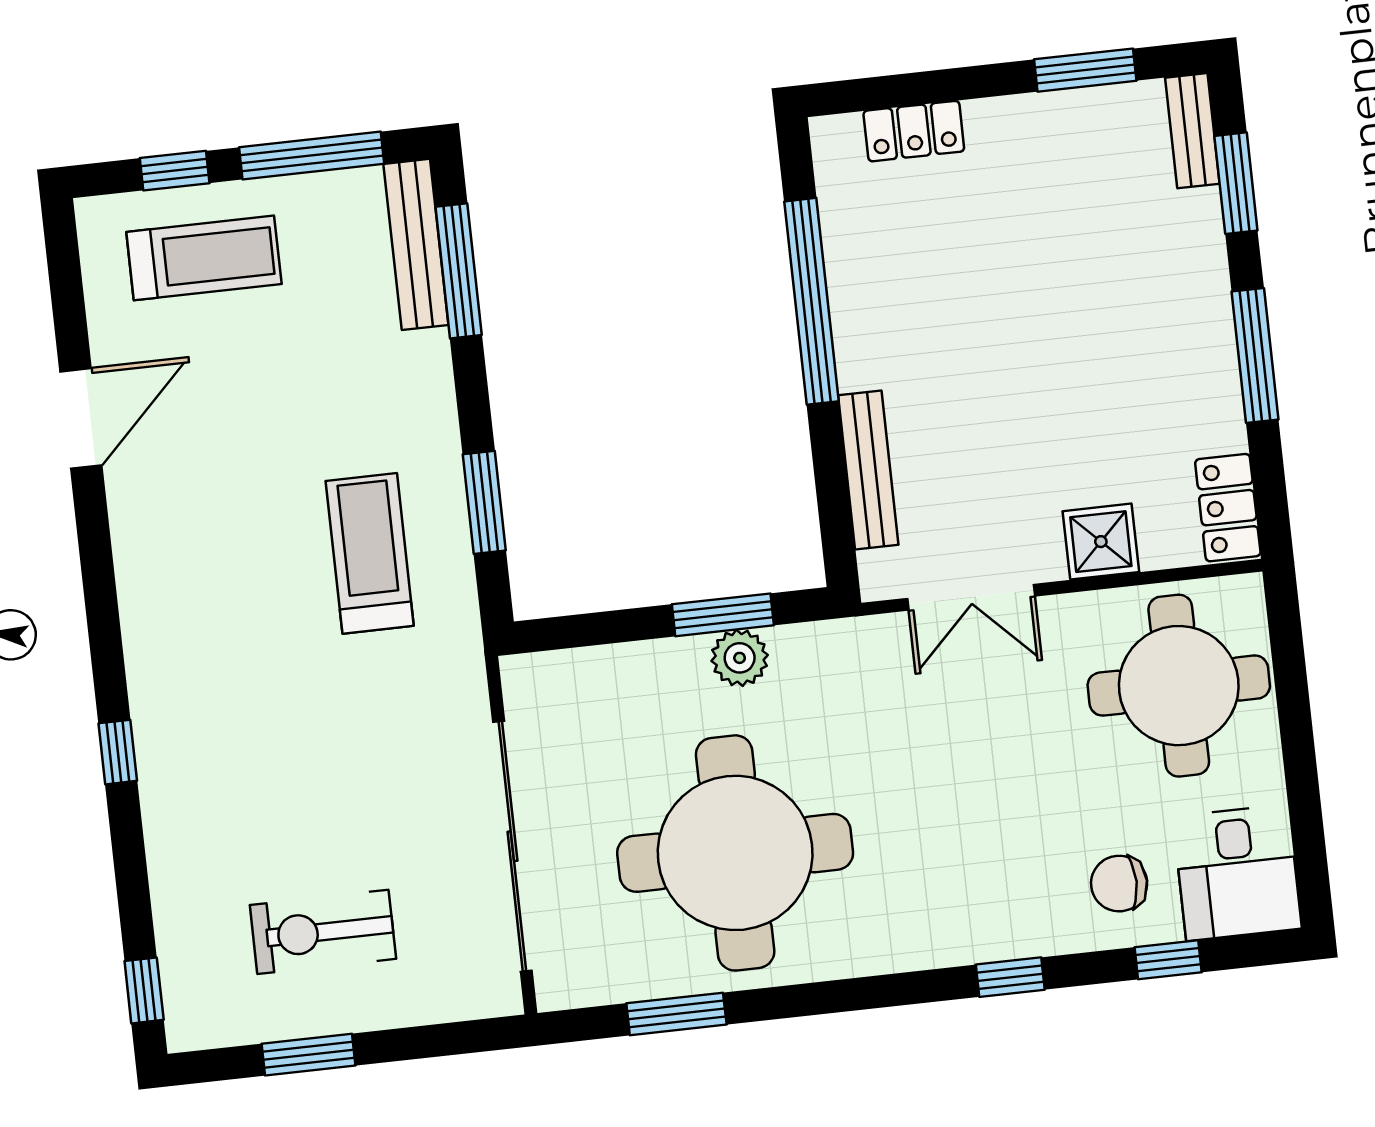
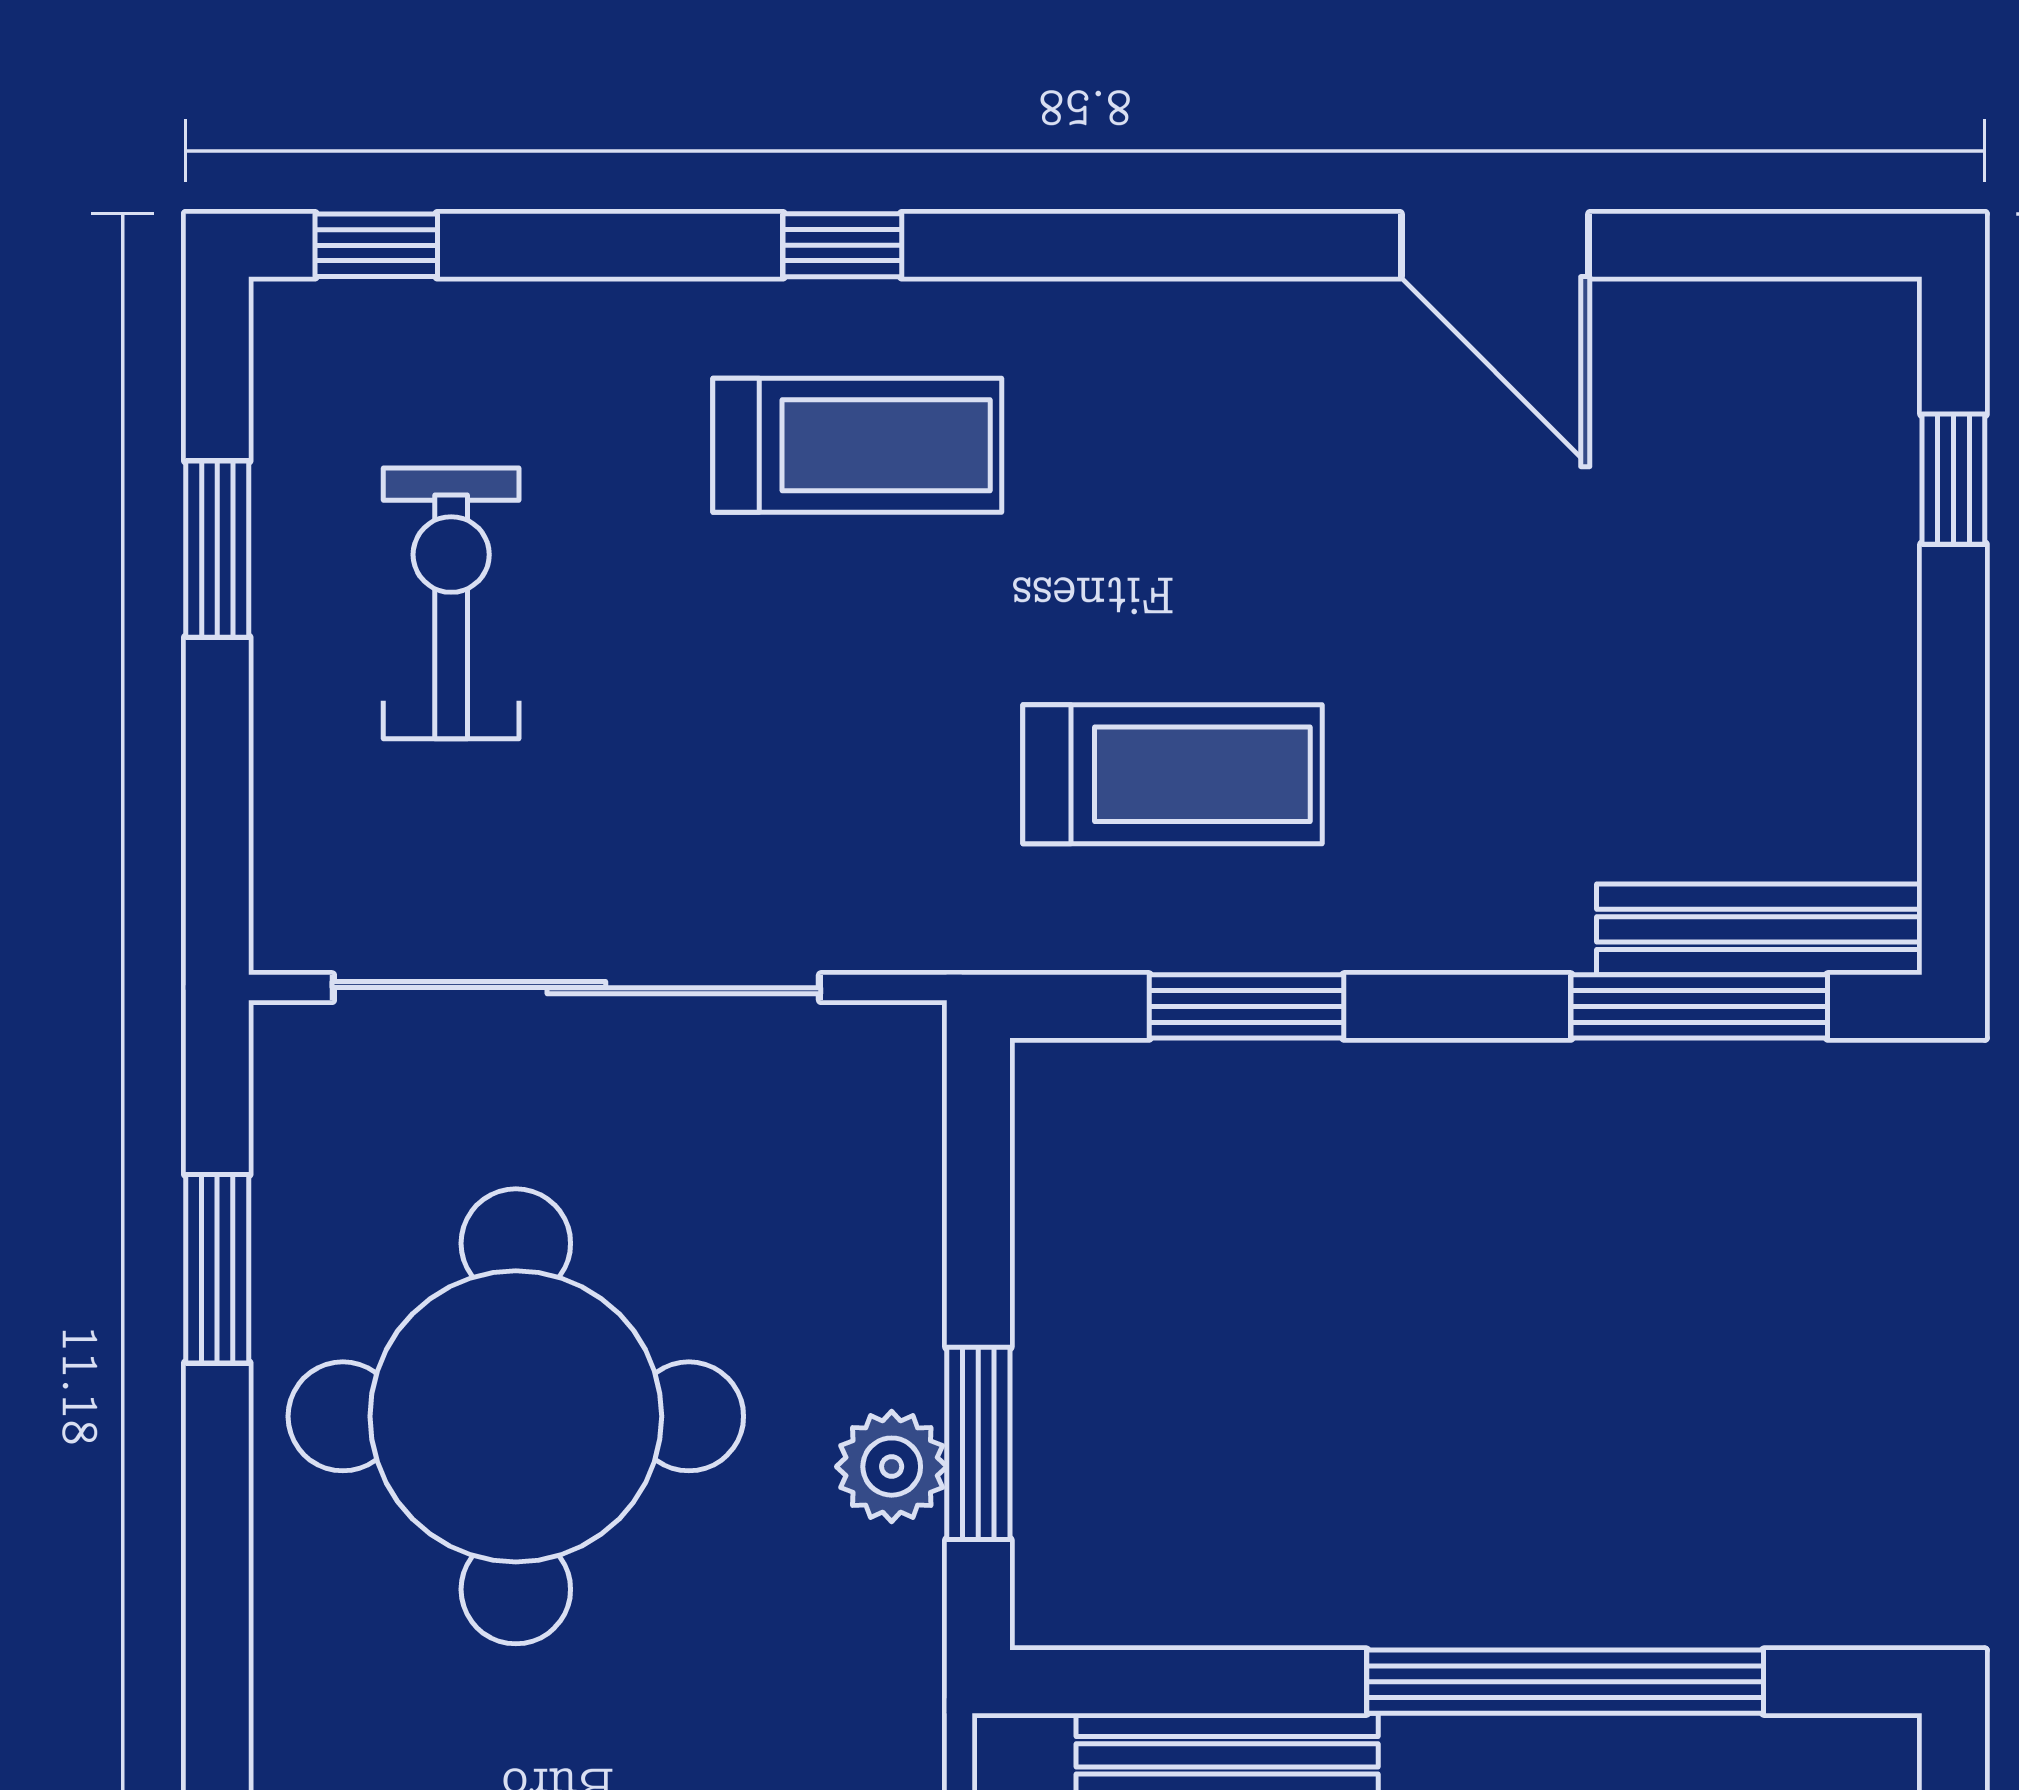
window: (312, 155) -> (1953, 747), removed
treadmill: (204, 258) -> (857, 445), moved, turned -90

